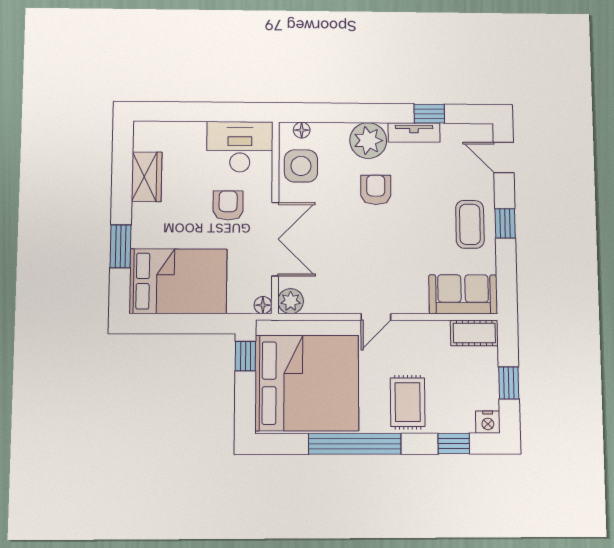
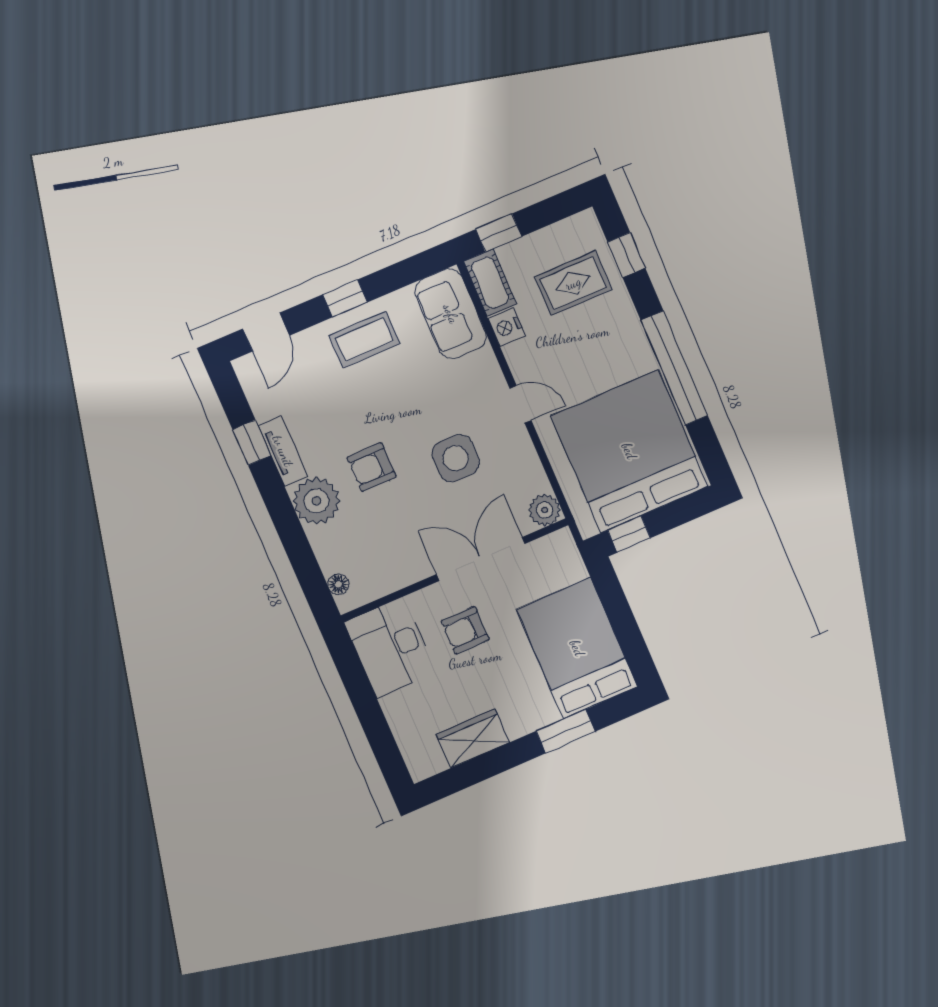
side table: (301, 166) -> (456, 458), moved
floor lamp: (263, 305) -> (563, 540), removed
window: (509, 383) -> (499, 233), moved
rug: (408, 402) -> (573, 283), moved
nightstand: (488, 422) -> (507, 327), moved, turned 180

